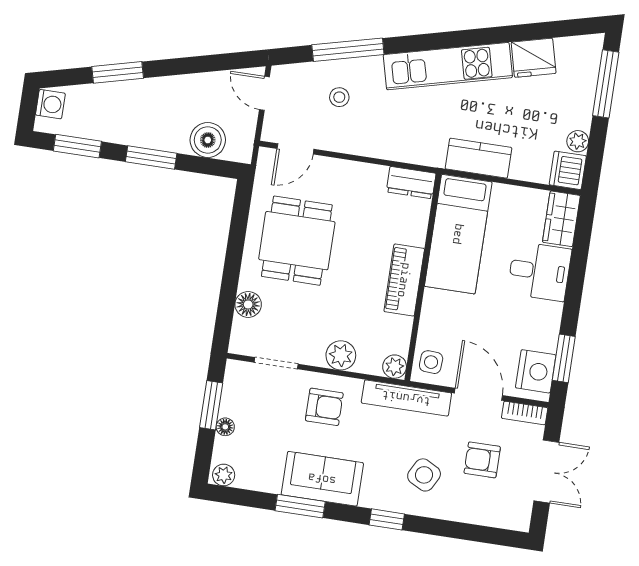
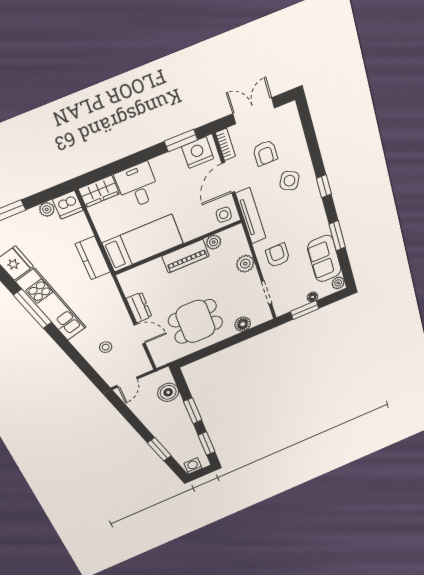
window: (348, 50) -> (33, 309), moved
door: (295, 149) -> (140, 334), moved
dresser: (411, 183) -> (139, 308), moved
plant: (395, 367) -> (214, 242), moved
sofa: (322, 479) -> (324, 259), moved

